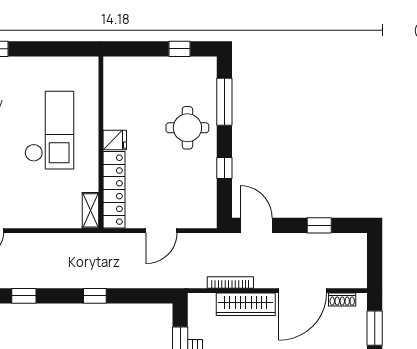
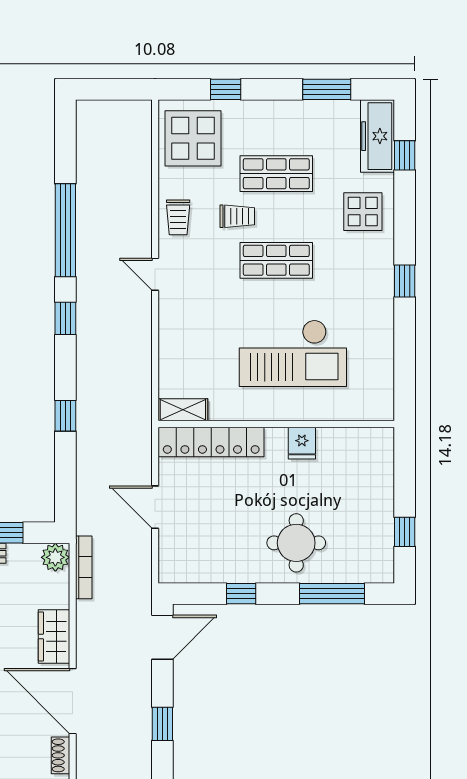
fridge: (115, 140) -> (302, 443), moved
bookcase: (230, 283) -> (84, 567), moved
plant: (198, 303) -> (55, 557), added
wardrobe: (246, 304) -> (54, 637), width x0.67

